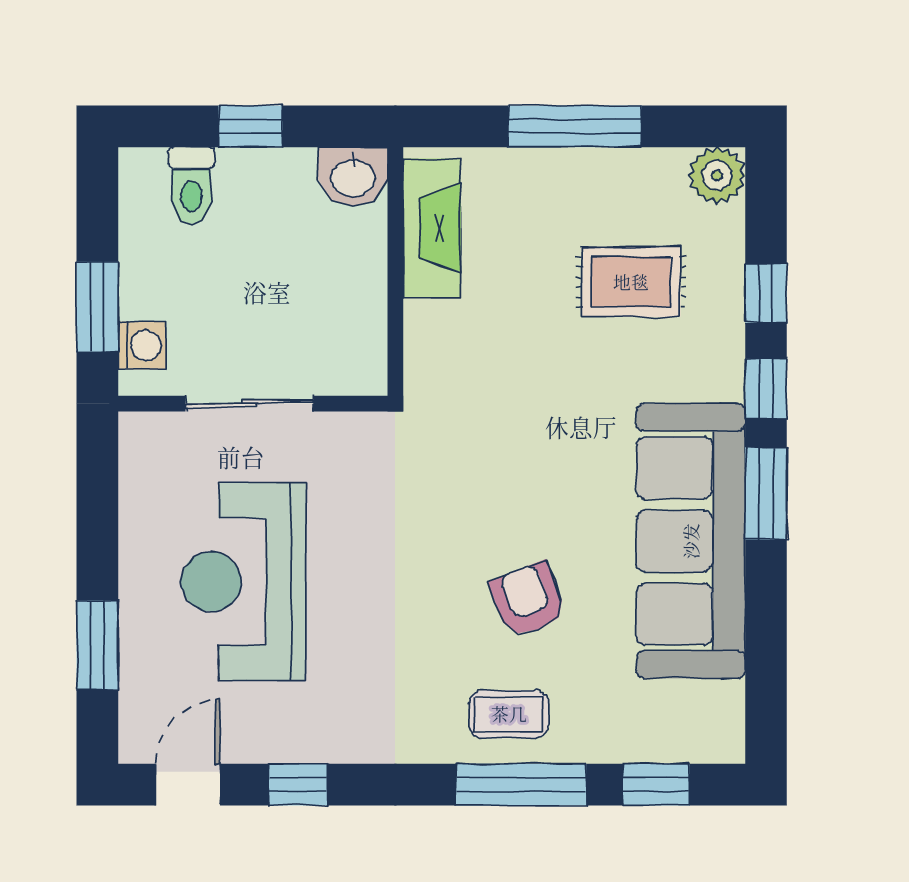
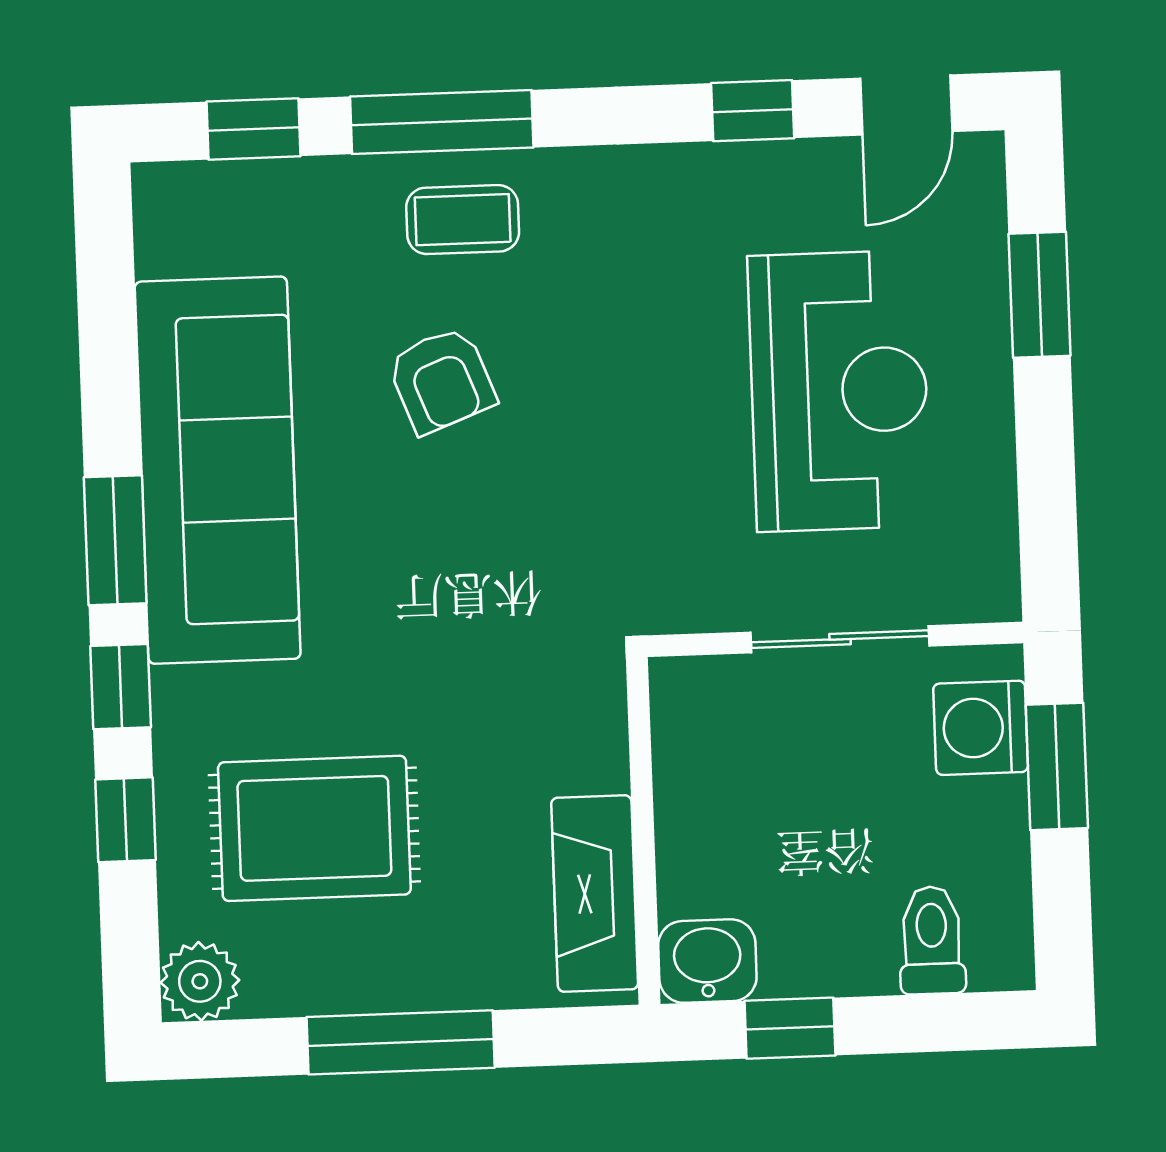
window: (251, 126) -> (790, 1028), moved
rug: (631, 282) -> (314, 828), width x1.36, depth x1.43
washing machine: (142, 345) -> (981, 728), width x1.38, depth x1.38

